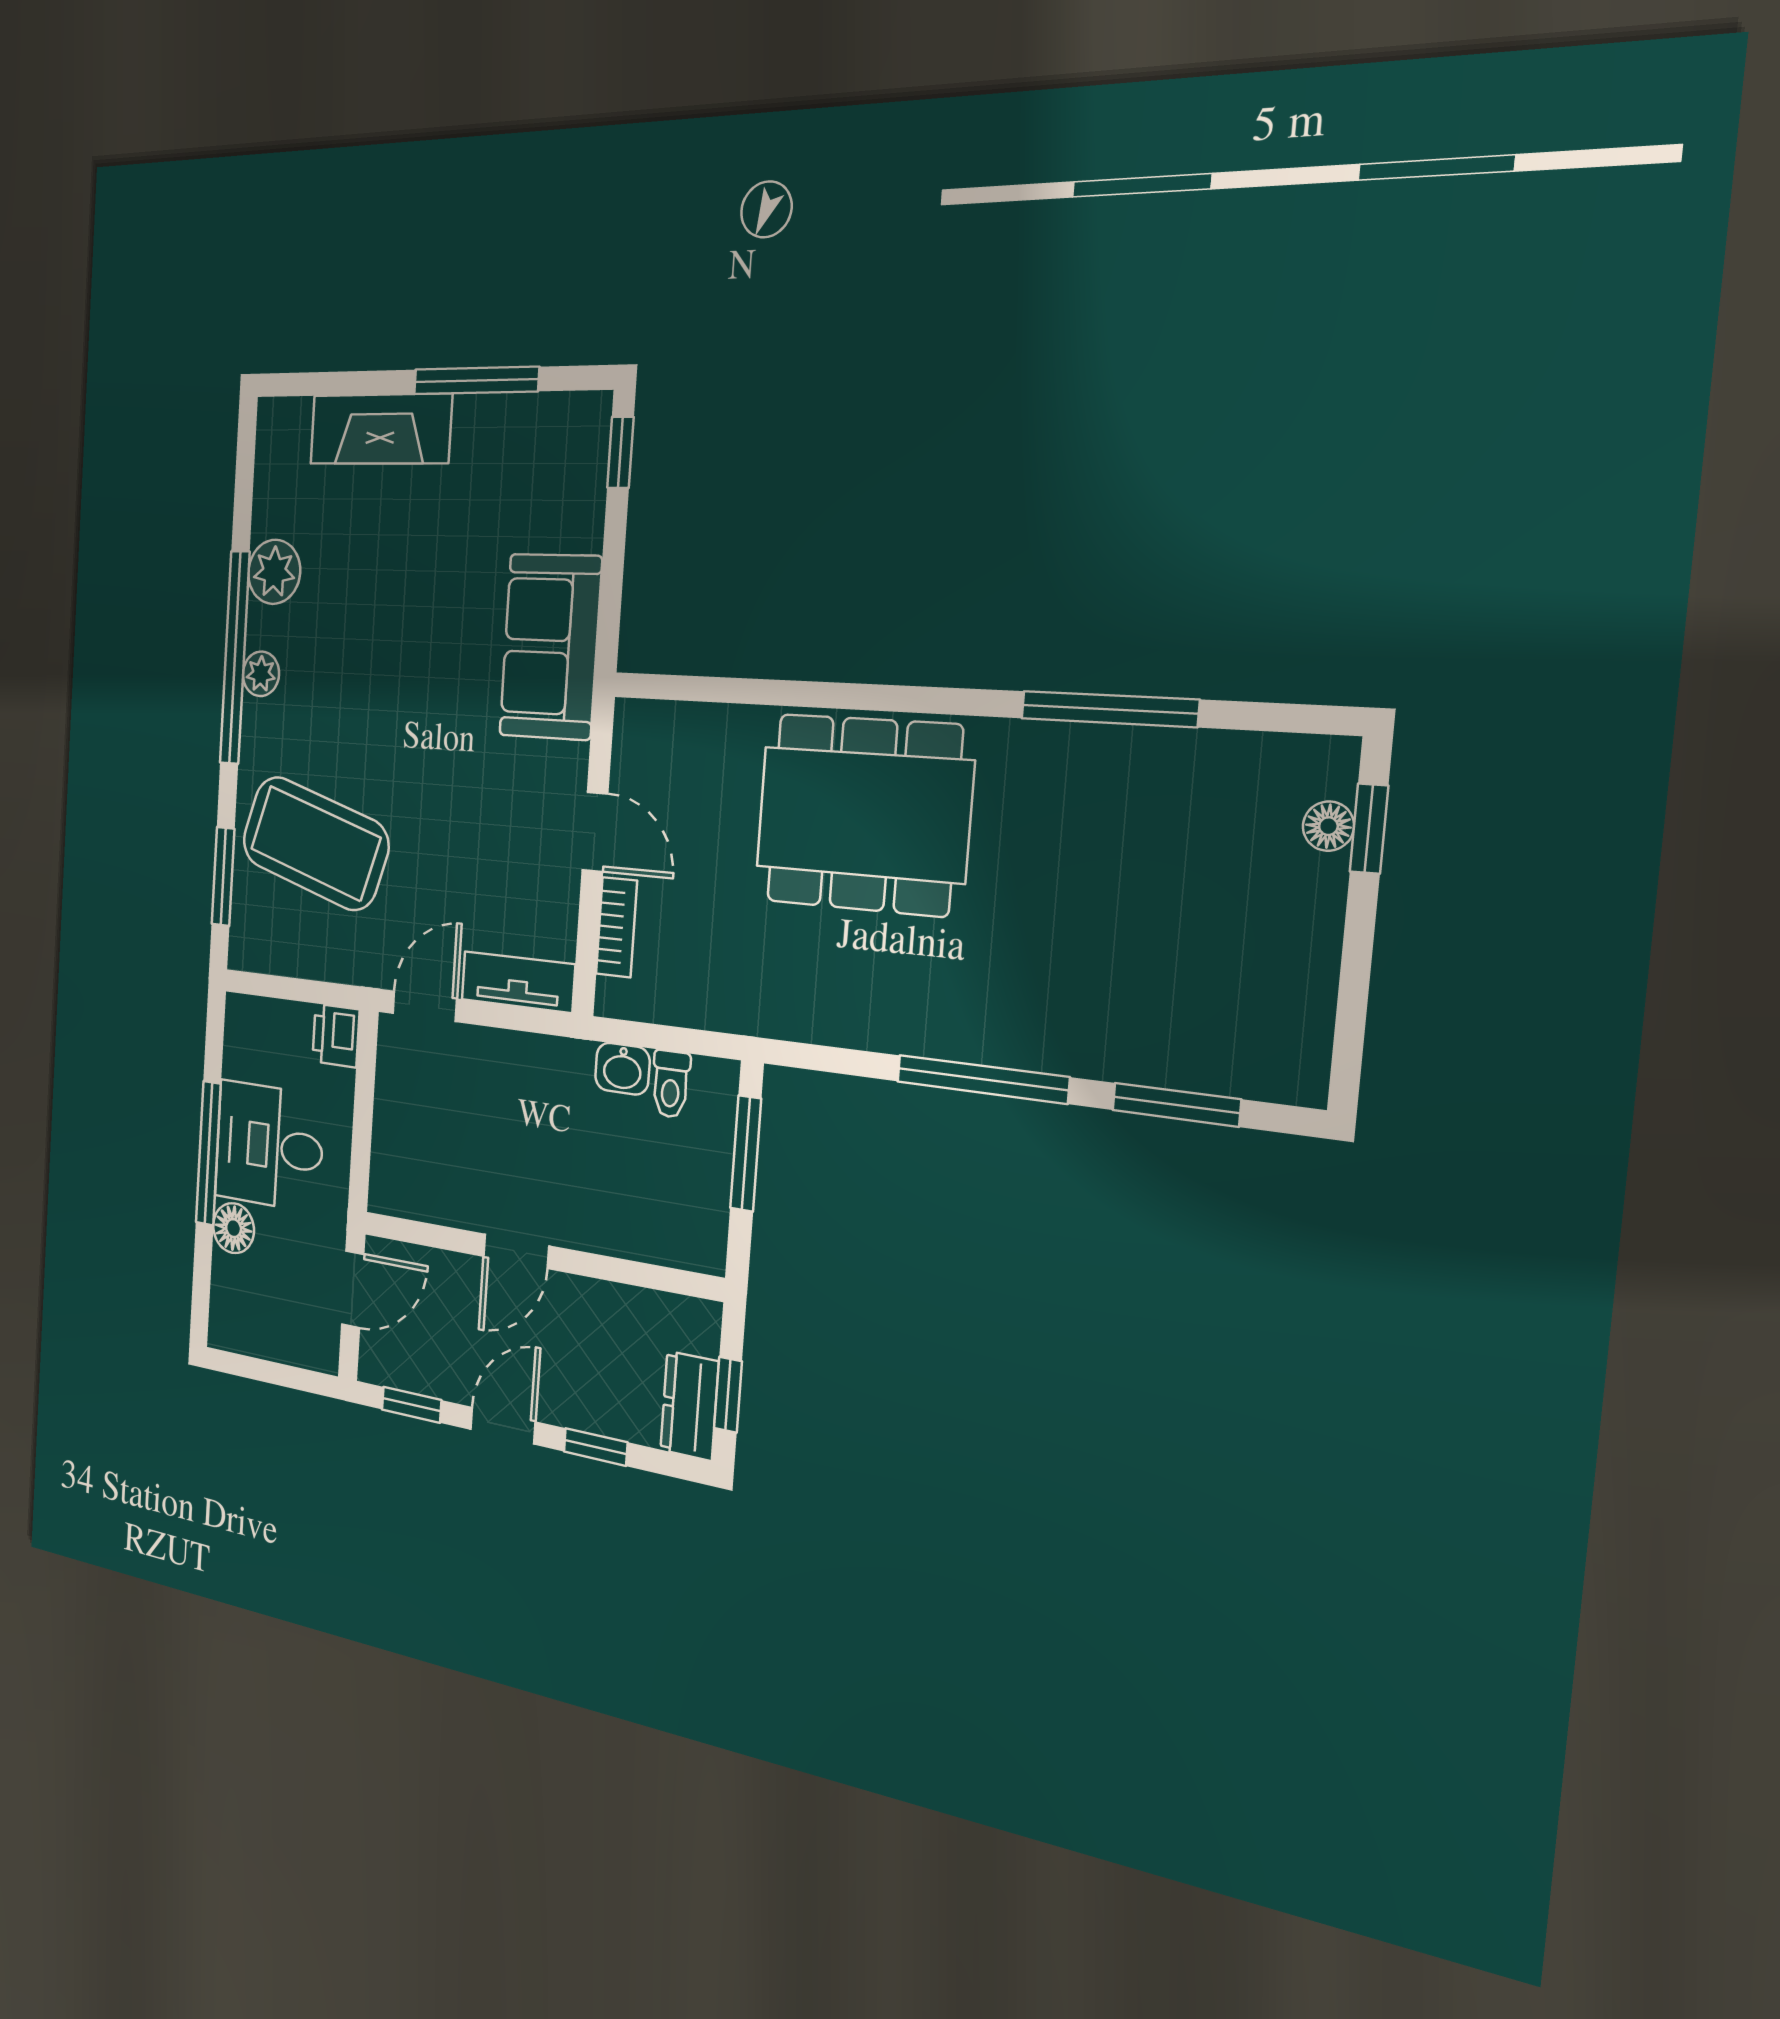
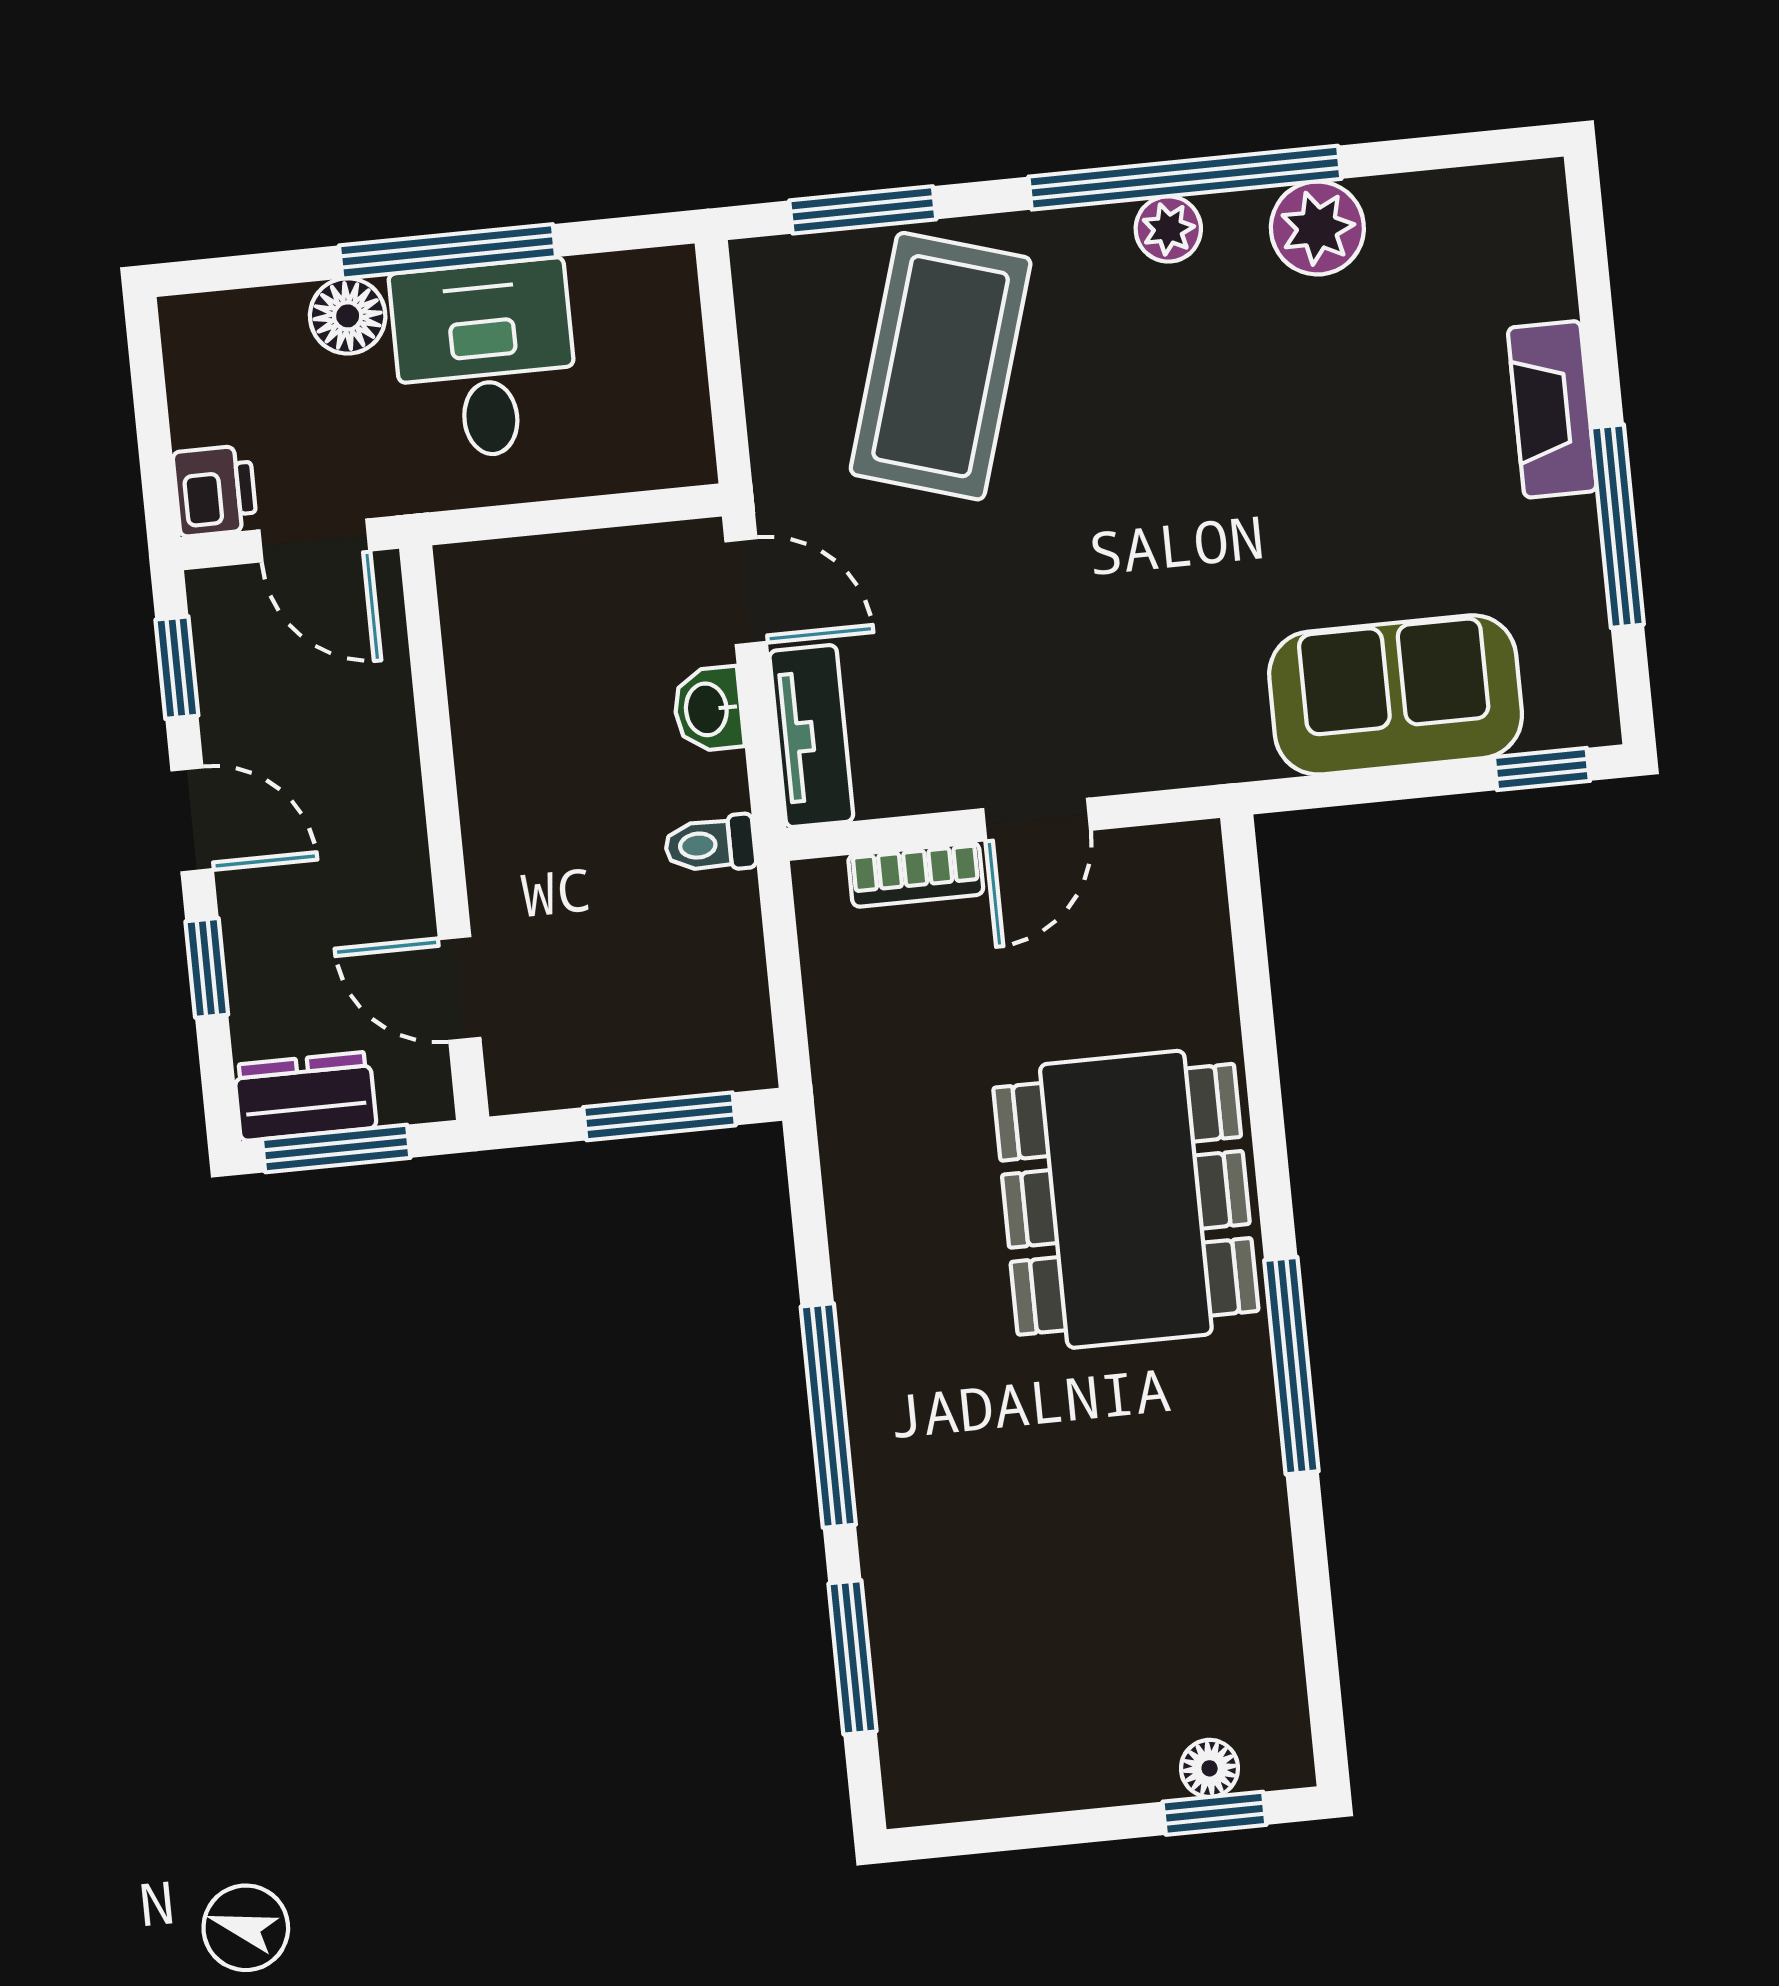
fireplace: (380, 429) -> (1552, 409), width x0.73, depth x0.76
sofa: (550, 647) -> (1396, 695), moved
window: (1109, 709) -> (1291, 1366), moved
printer: (336, 1036) -> (215, 491), moved, turned 90
washbasin: (622, 1069) -> (708, 709), moved
toilet: (671, 1084) -> (710, 844), moved
door: (516, 1251) -> (460, 988), moved
window: (728, 1395) -> (336, 1149), width x1.50

